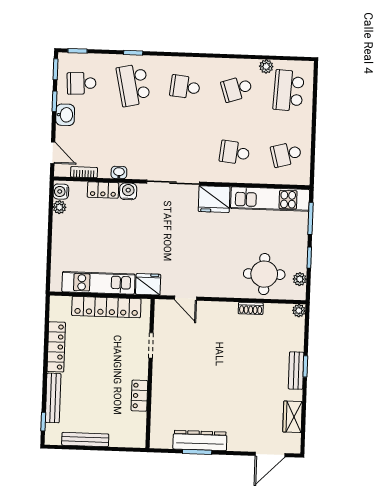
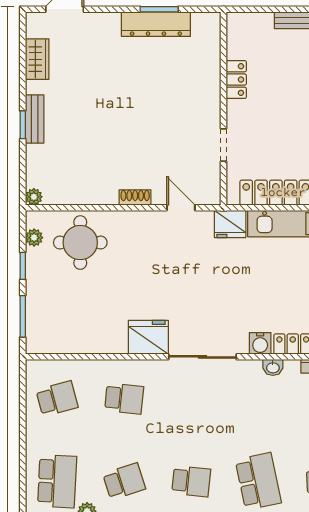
kitchen unit: (270, 199) -> (76, 340), removed
shoe rack: (251, 308) -> (135, 198), moved

